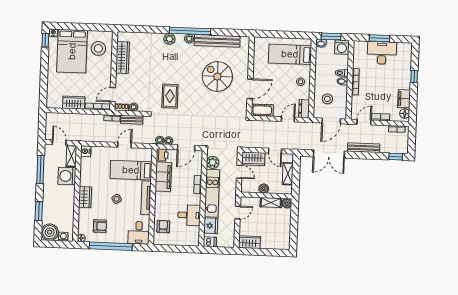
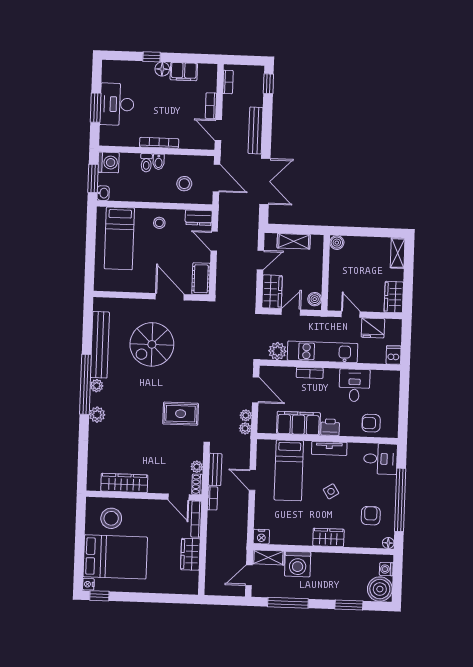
floor lamp: (405, 114) -> (162, 69), moved
printer: (162, 155) -> (330, 427), moved
boiler: (264, 189) -> (315, 299), moved
tv unit: (146, 198) -> (329, 448), width x0.71
shelving: (271, 202) -> (398, 253), moved
fridge: (211, 226) -> (373, 328), moved, turned 180

